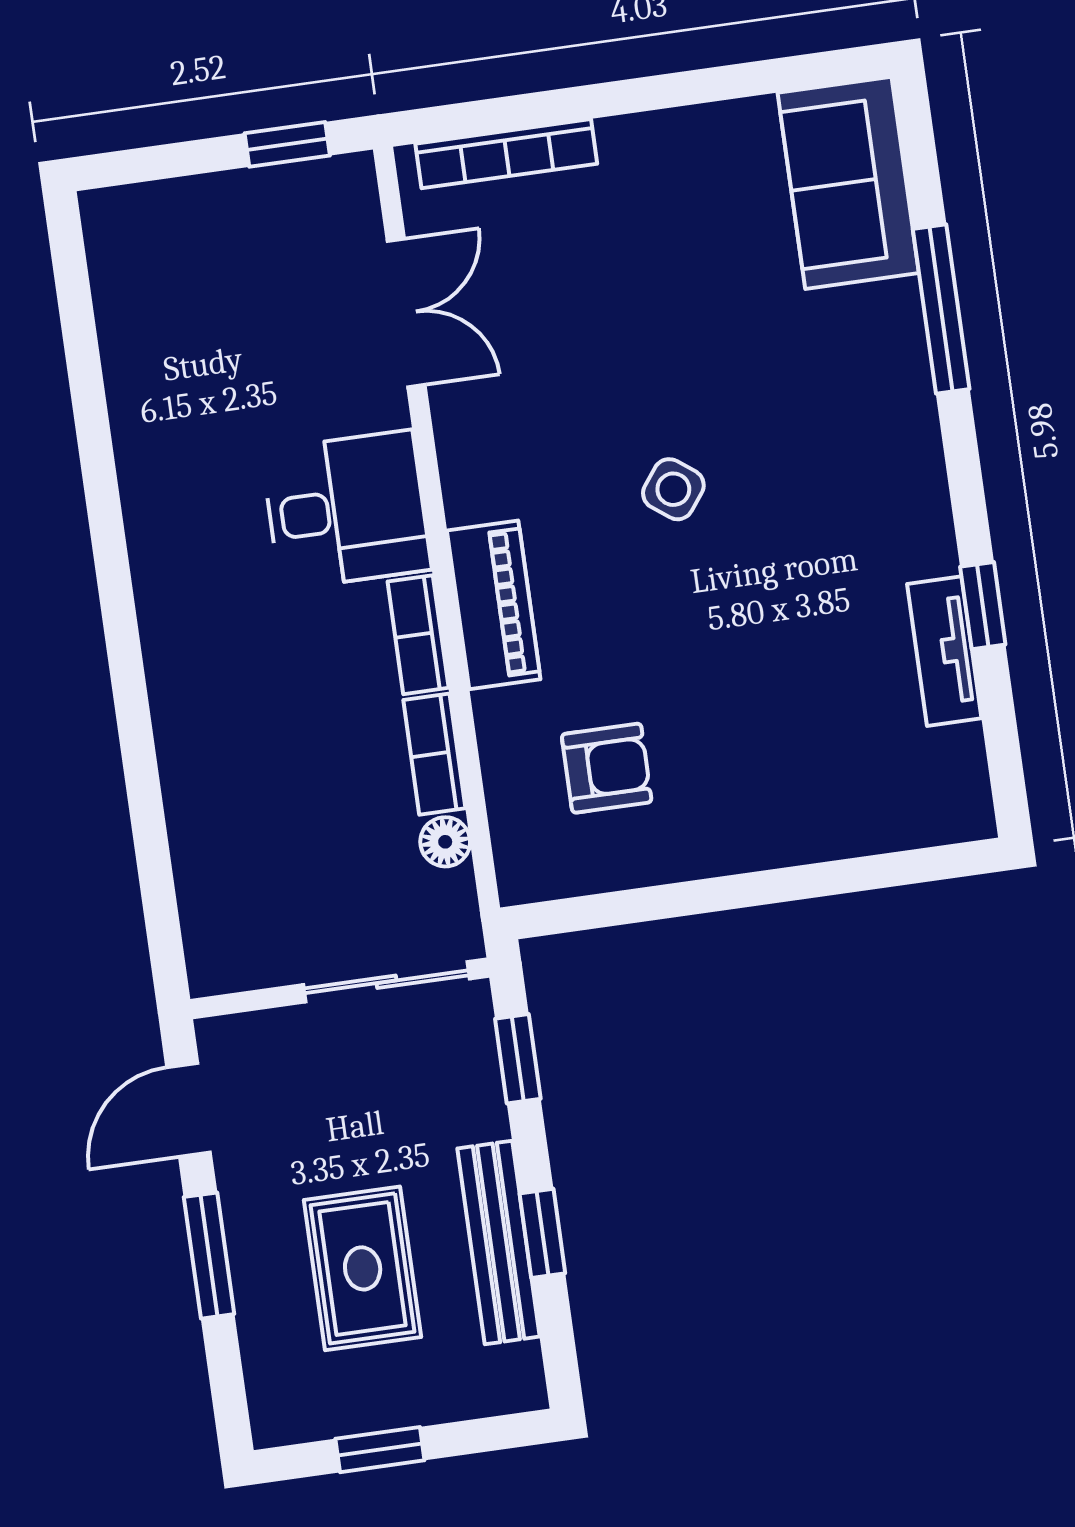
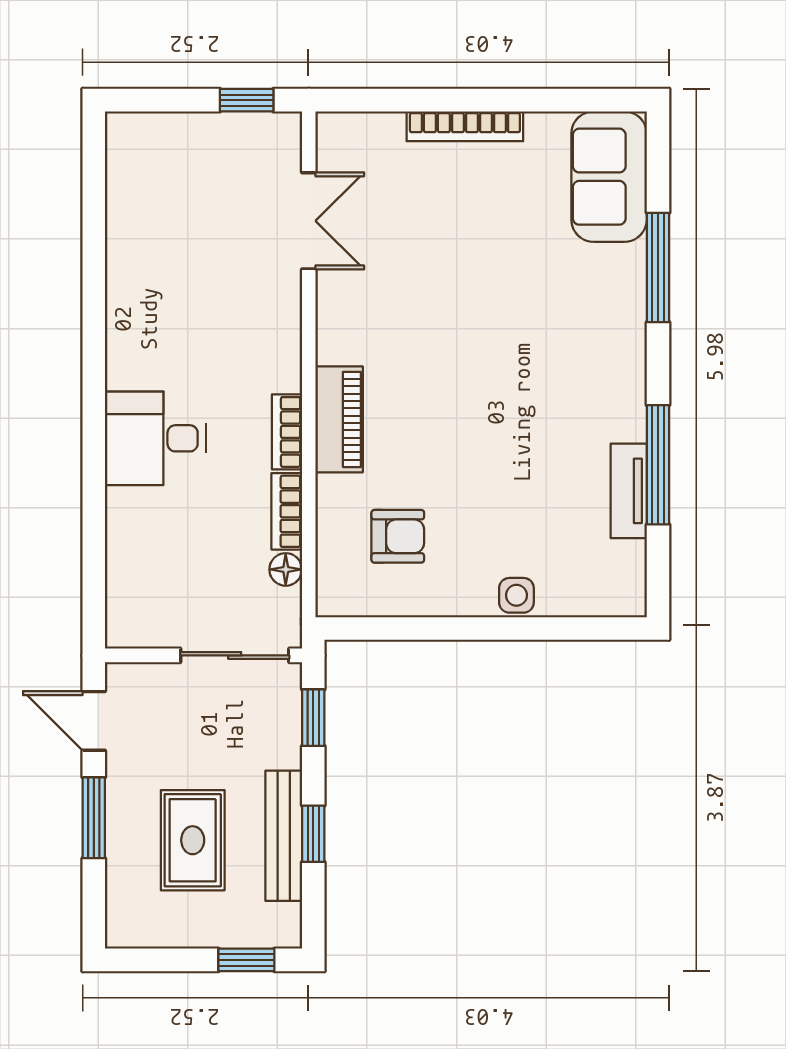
bookcase: (506, 154) -> (465, 126), moved
side table: (673, 489) -> (516, 595), moved, turned -37
desk: (346, 510) -> (155, 438), moved, turned 180
window: (983, 606) -> (658, 465), width x2.17
door: (189, 1110) -> (94, 721), hinge flipped
window: (380, 1450) -> (246, 960), moved

